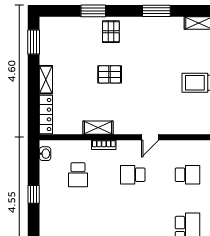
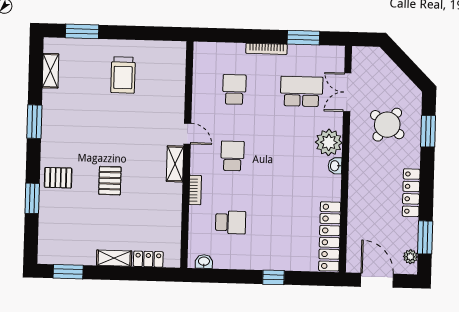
locker: (46, 115) -> (148, 259), width x0.66
shelving: (98, 128) -> (175, 164), moved
school desk: (133, 175) -> (232, 156), turned 180
window: (34, 194) -> (273, 277), moved

